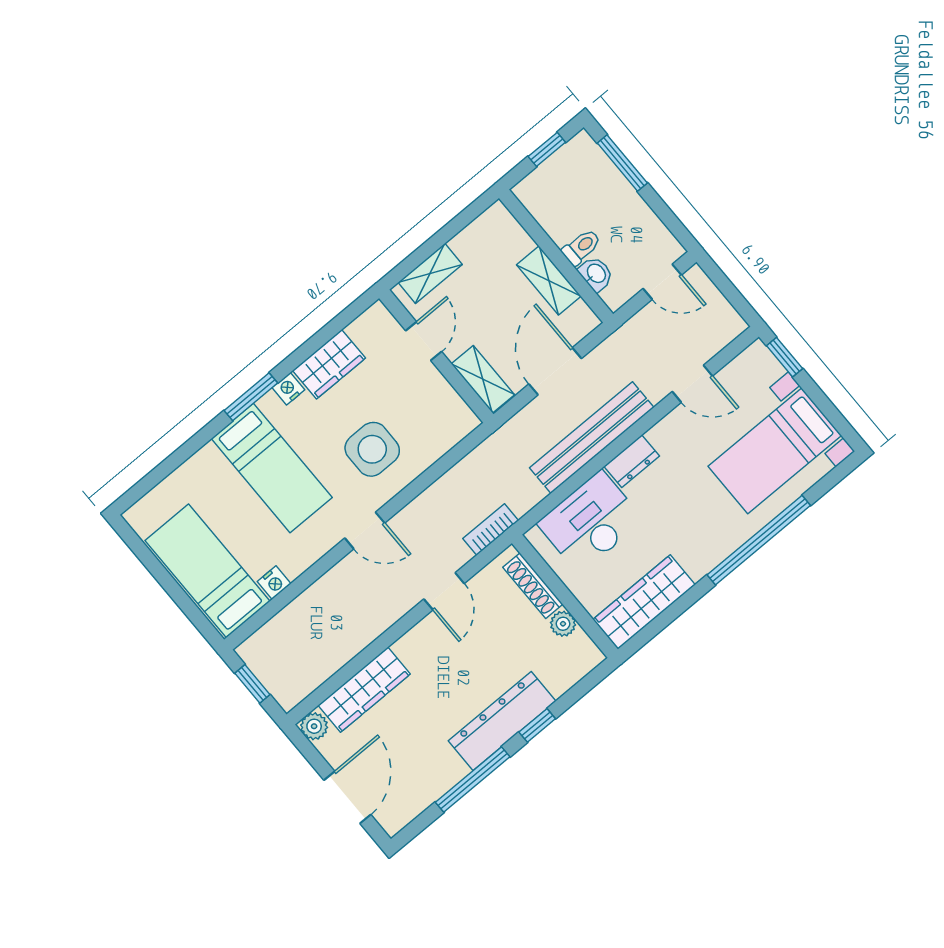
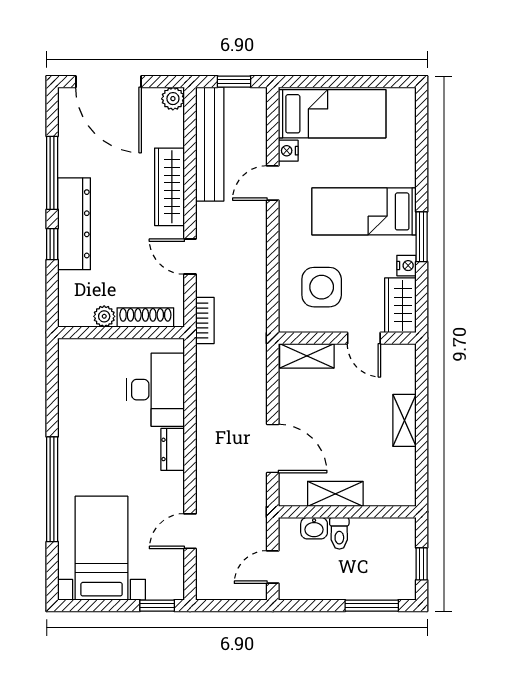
door: (424, 341) -> (364, 338), moved
wall: (436, 356) -> (347, 338), moved
shelving: (483, 379) -> (307, 356), moved
bench: (592, 438) -> (210, 144), moved
door: (365, 531) -> (273, 183), moved
wardrobe: (644, 602) -> (74, 381), removed
wardrobe: (364, 690) -> (170, 187), moved
door: (347, 797) -> (109, 82), width x1.36

